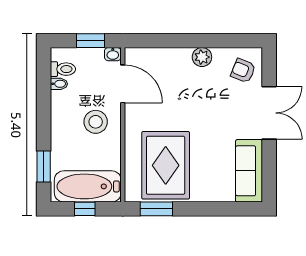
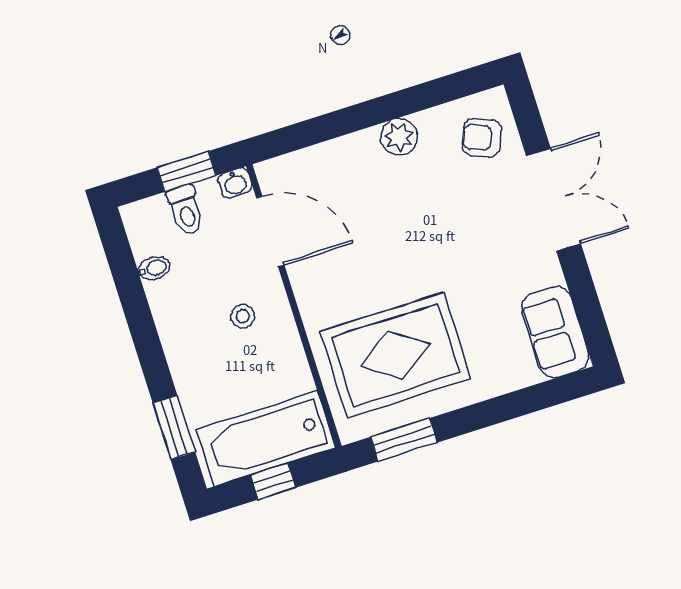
toilet: (63, 69) -> (186, 210), moved, turned 90
stool: (96, 122) -> (243, 316), width x0.53, depth x0.53
rug: (166, 165) -> (395, 355), turned 90
sofa: (249, 171) -> (555, 332), width x0.73

